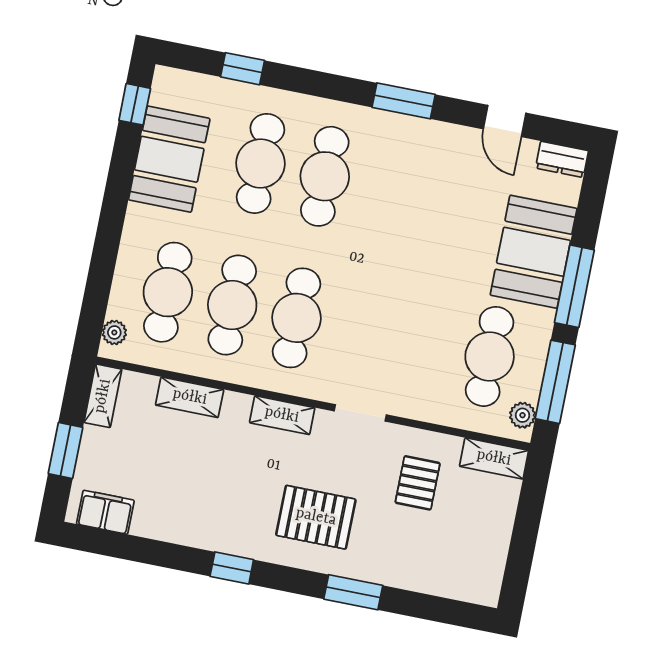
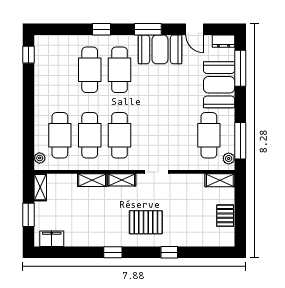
window: (243, 69) -> (101, 29), moved
booth: (169, 159) -> (160, 49), moved, turned 90
window: (574, 286) -> (240, 68), moved
shelving: (190, 397) -> (92, 180), moved
pallet: (418, 483) -> (225, 216), moved
window: (353, 592) -> (169, 252), width x0.67

